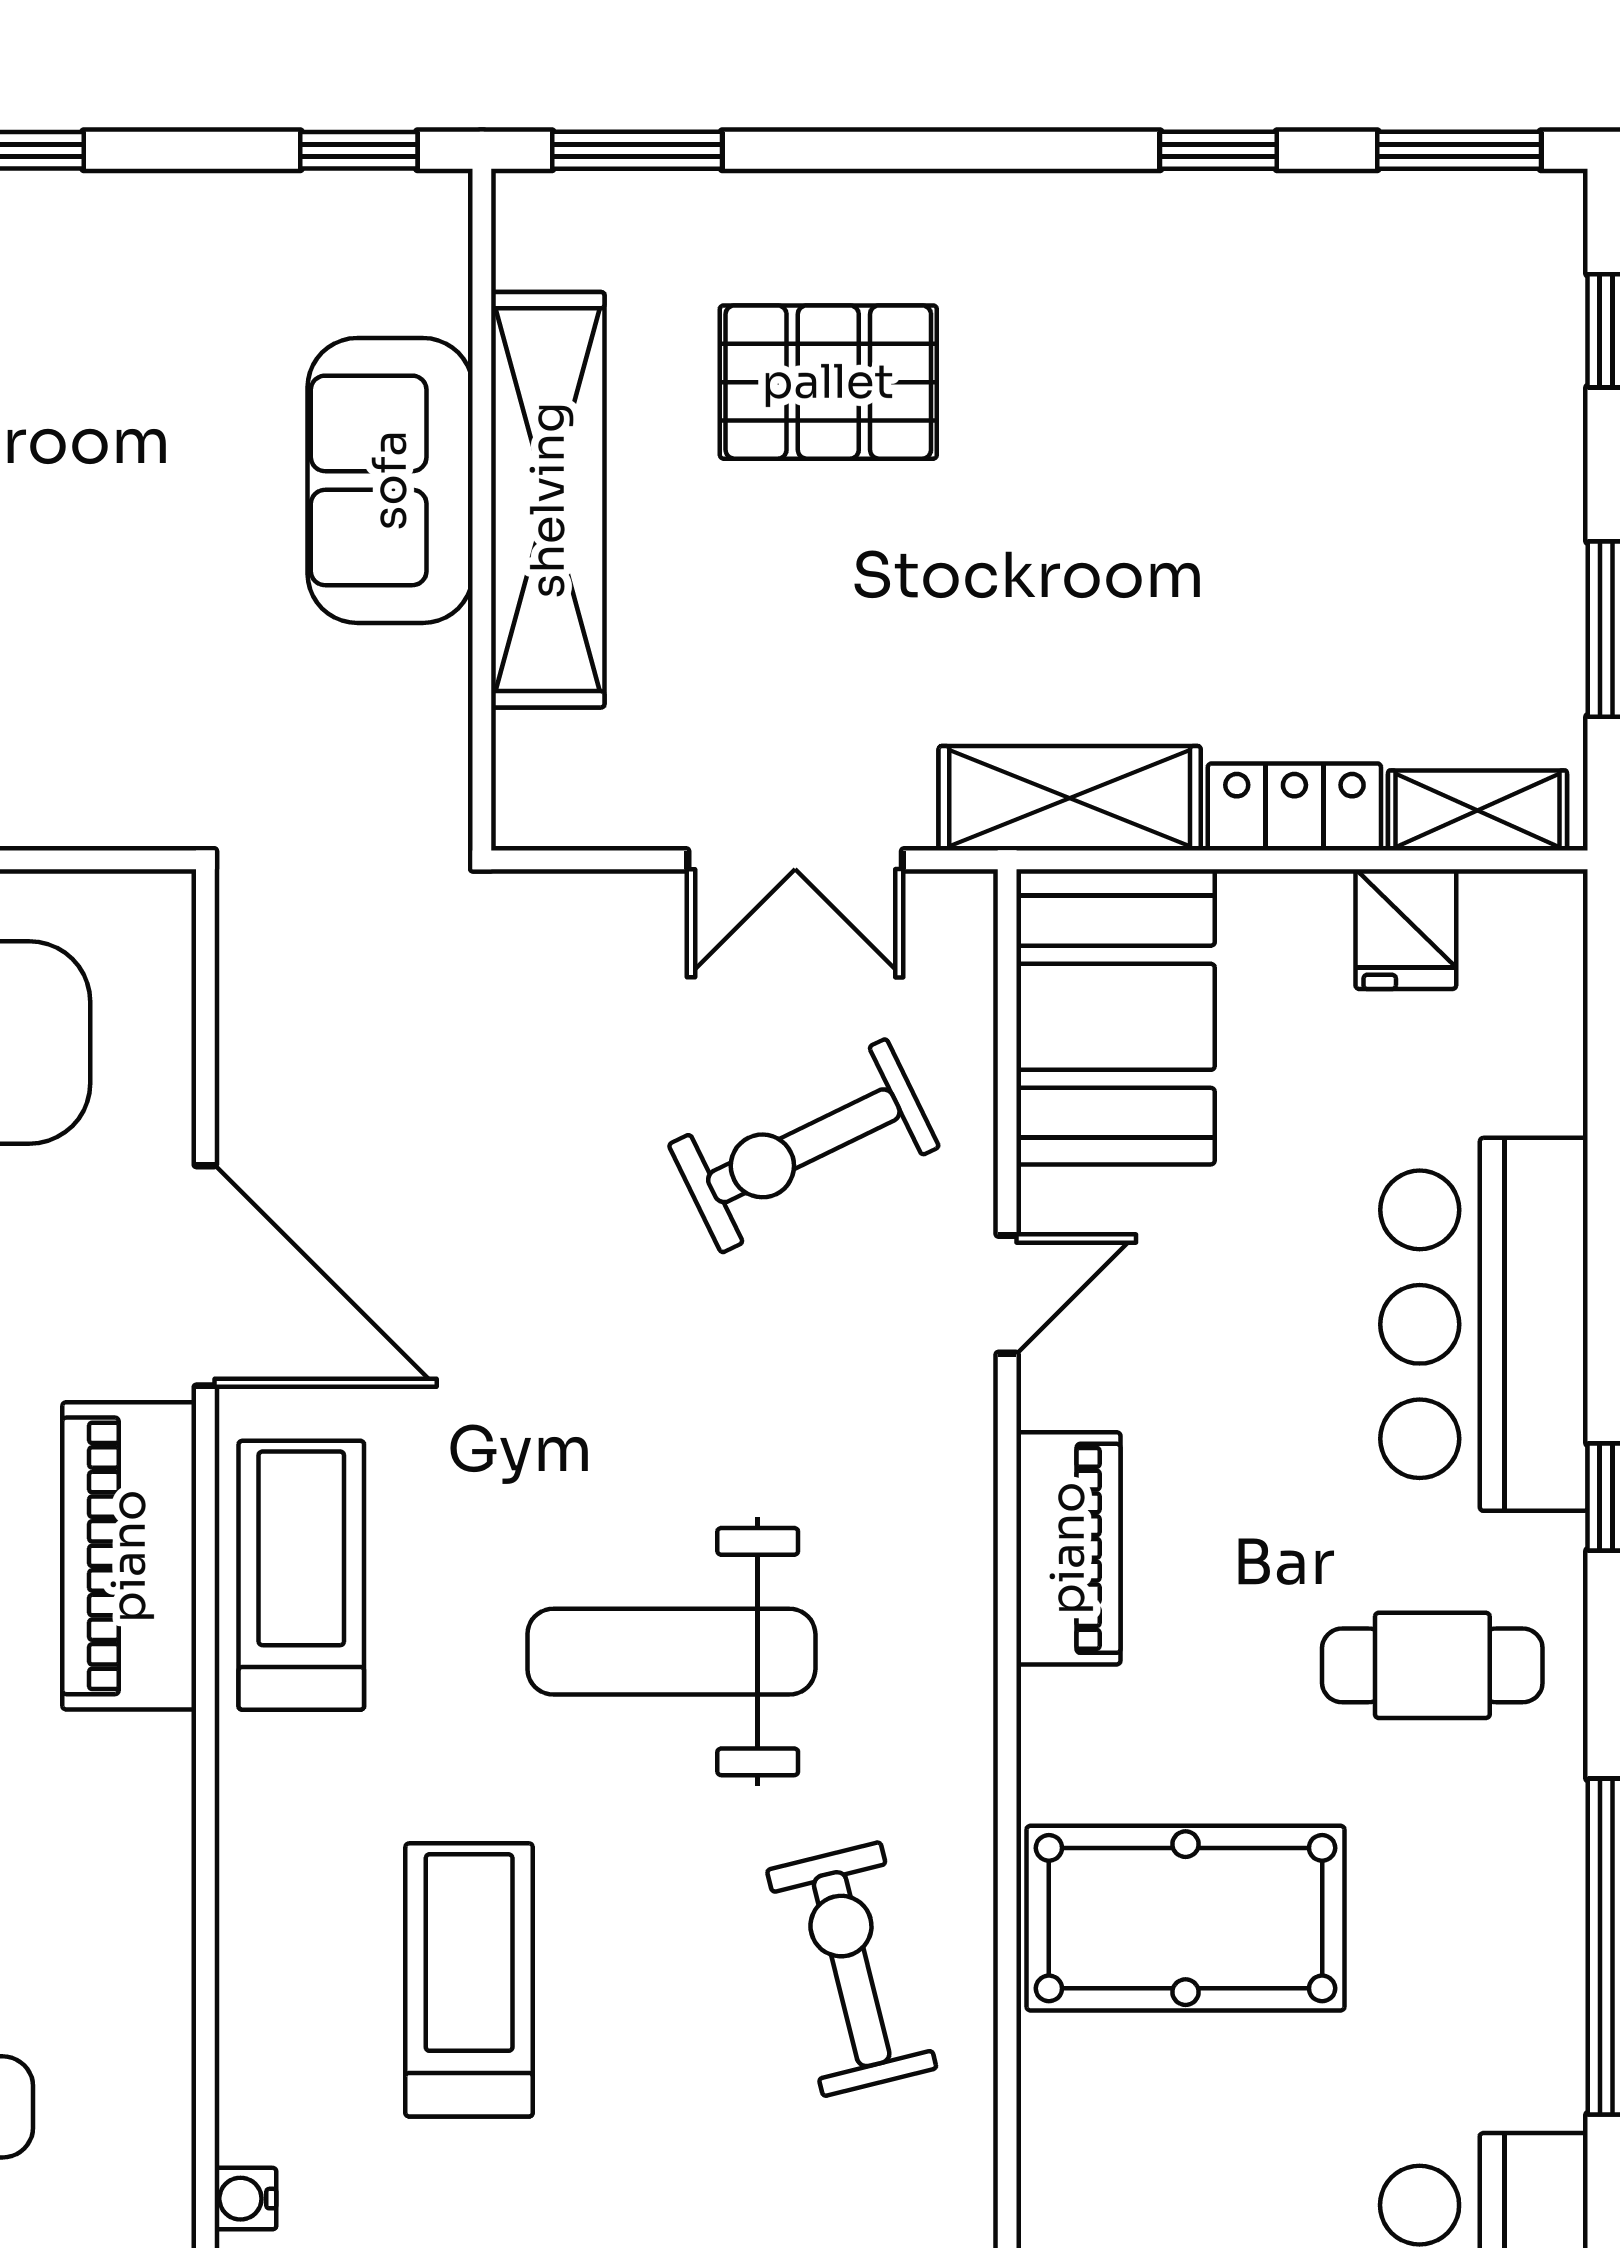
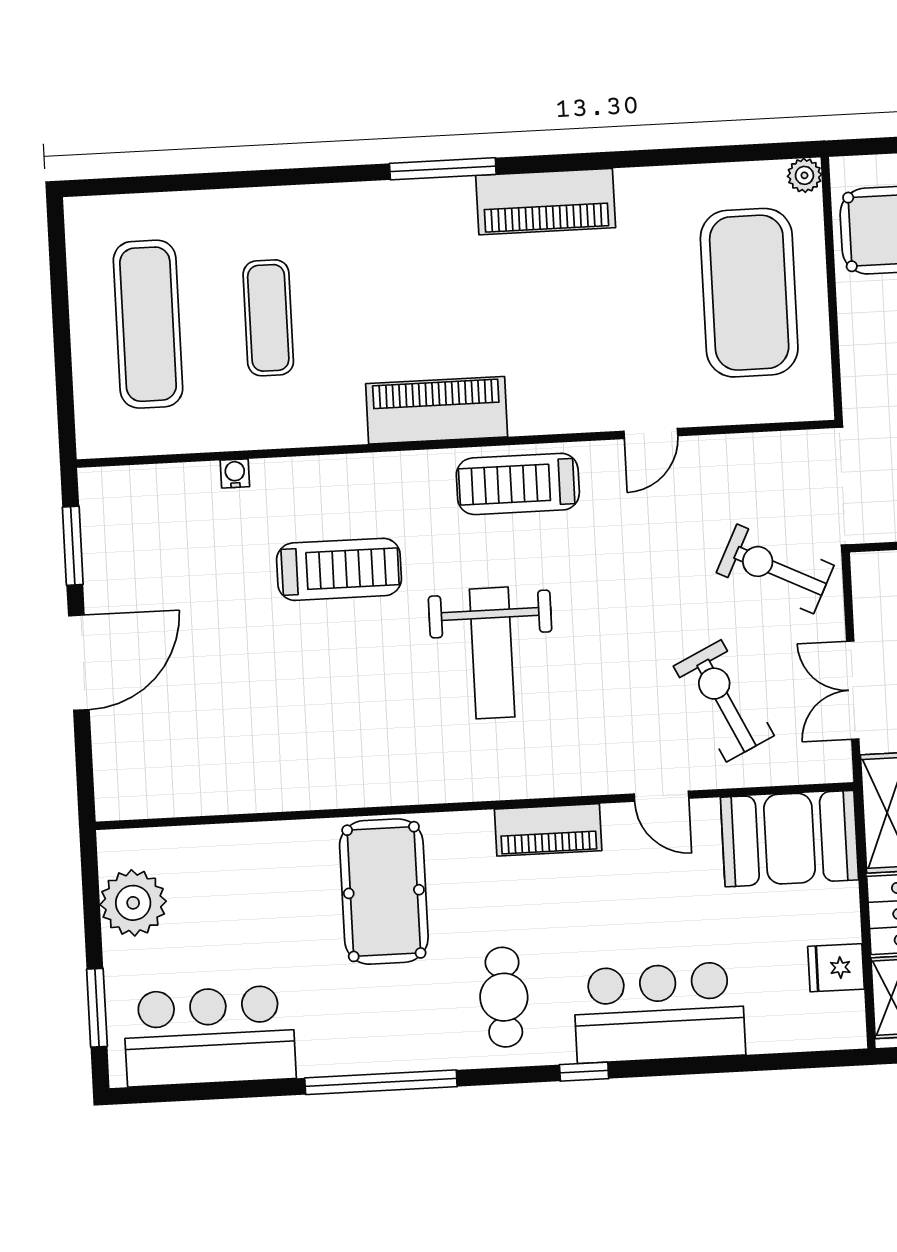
door: (205, 1276) -> (651, 433), width x0.53
piano: (129, 1556) -> (437, 410), moved
treadmill: (301, 1575) -> (518, 484), turned 180
weight bench: (671, 1652) -> (492, 653), turned 180
exercise bike: (852, 1969) -> (775, 569), moved, turned -140

